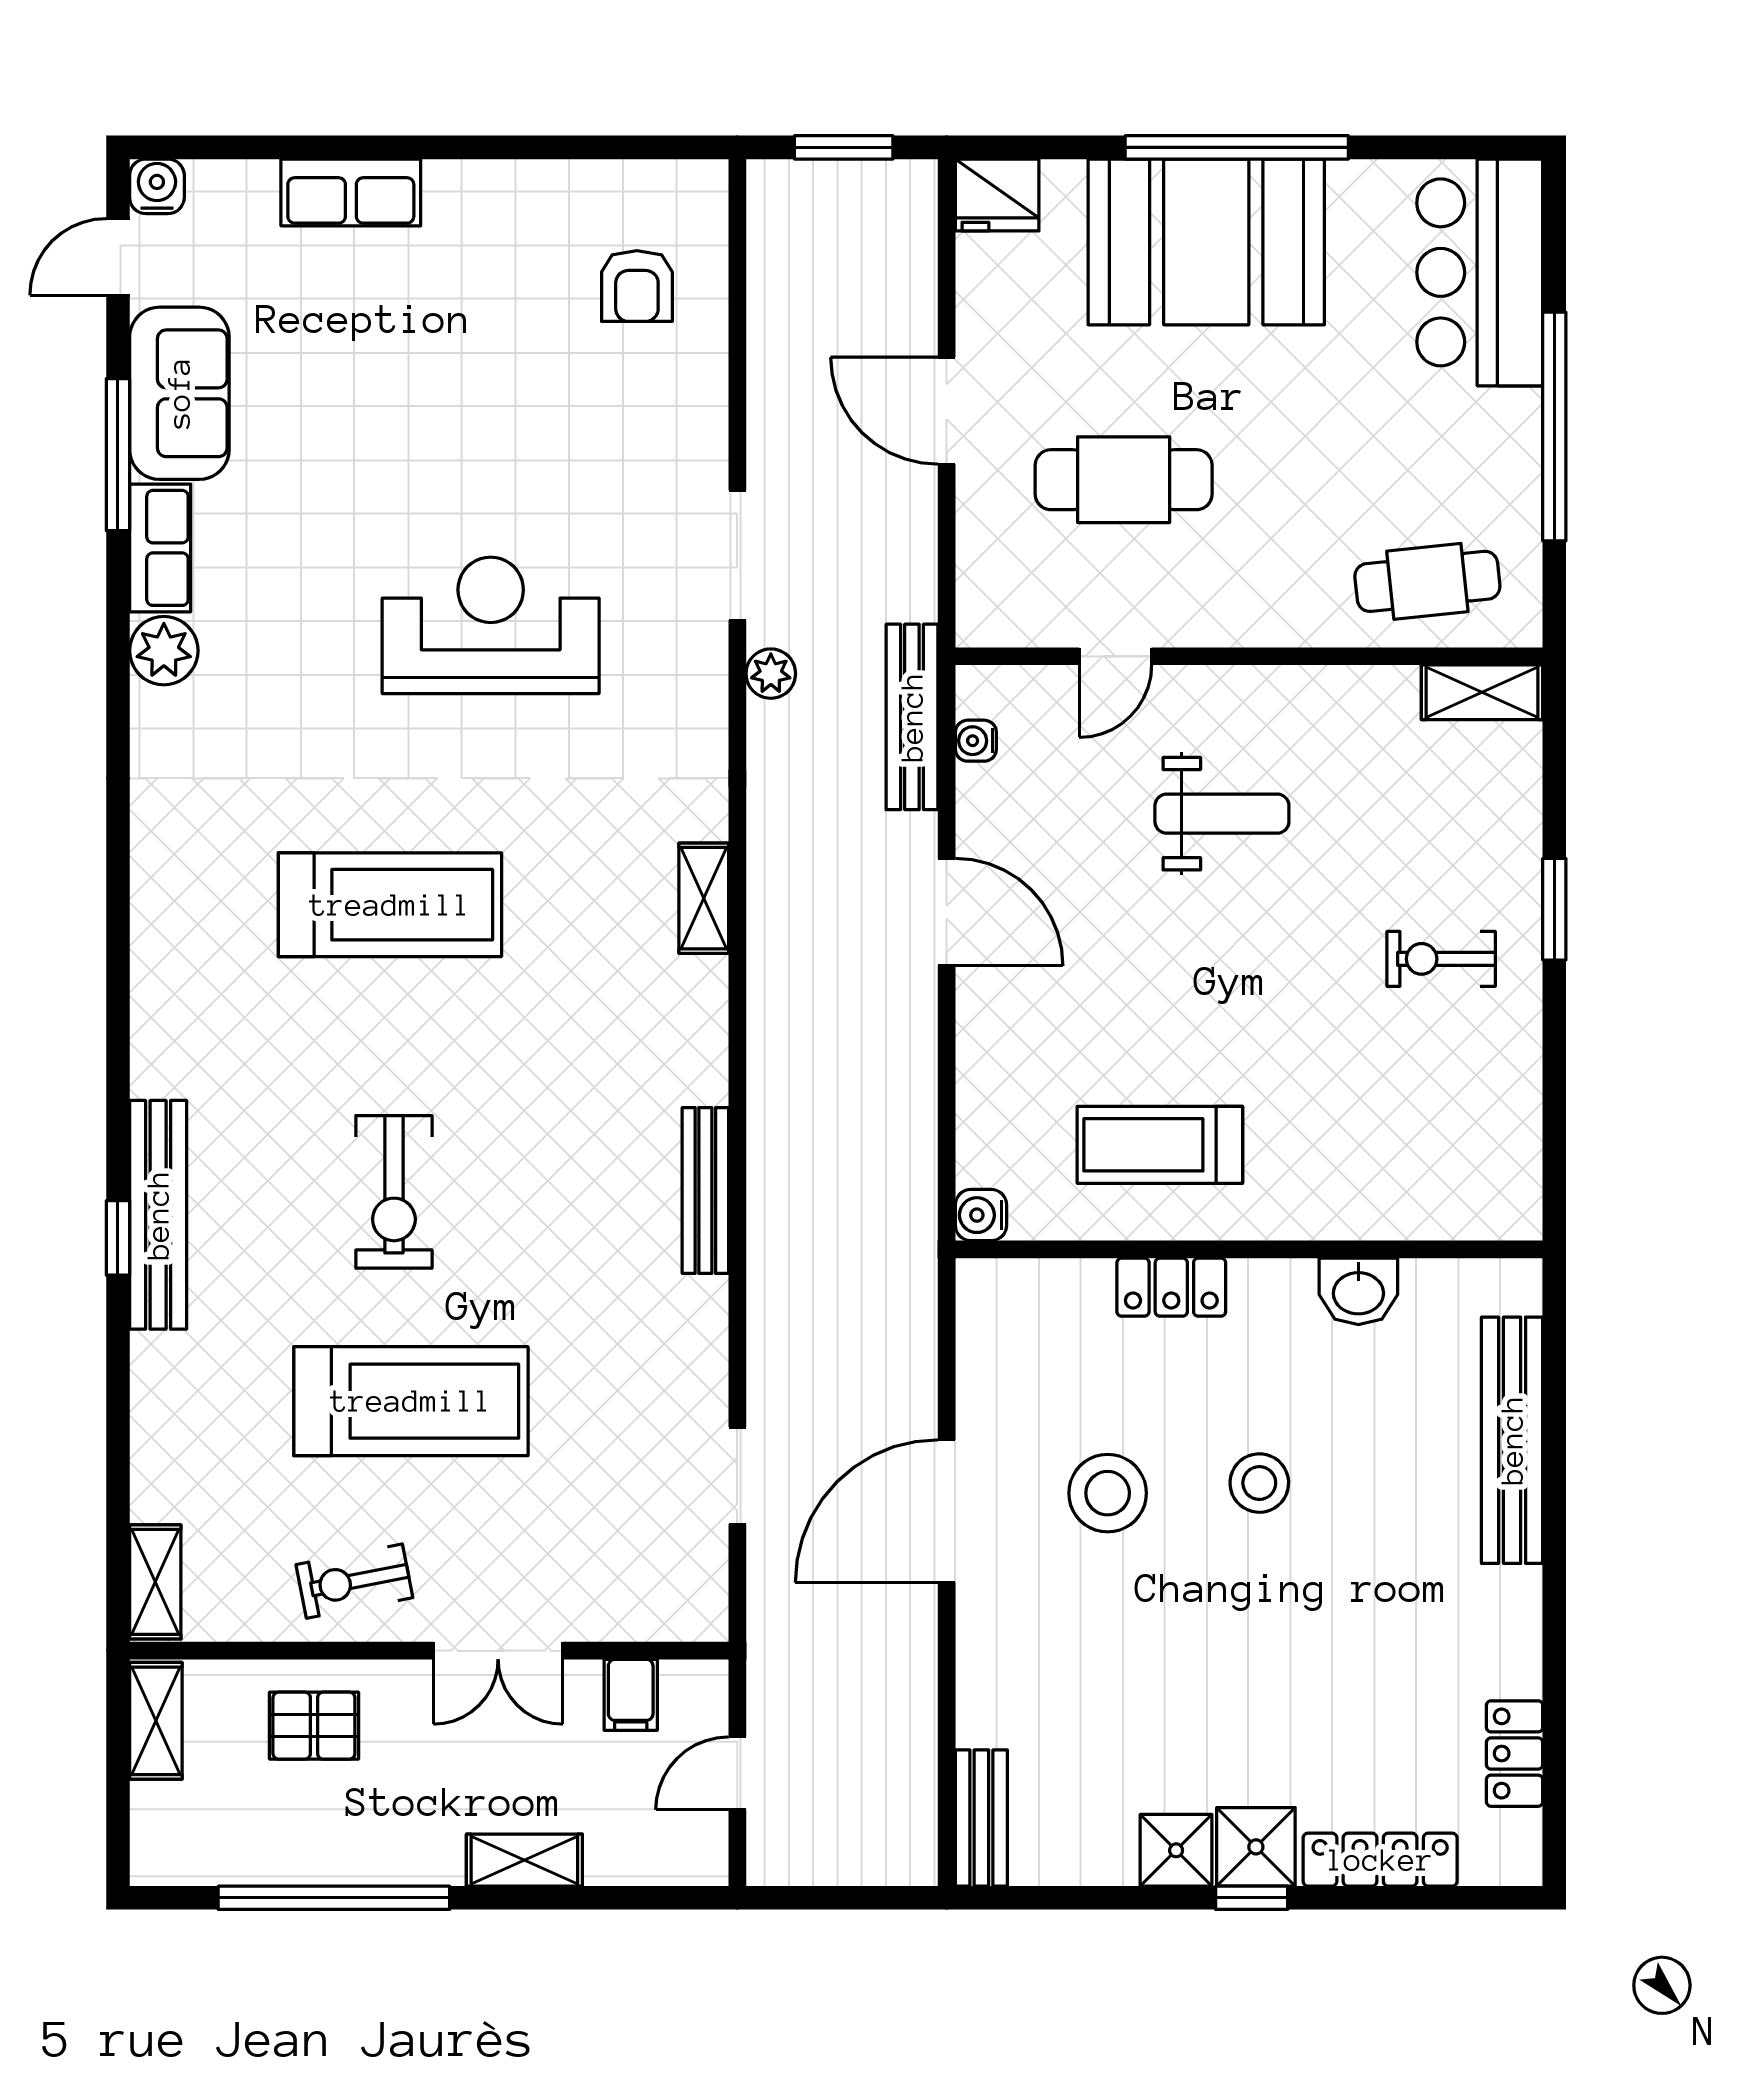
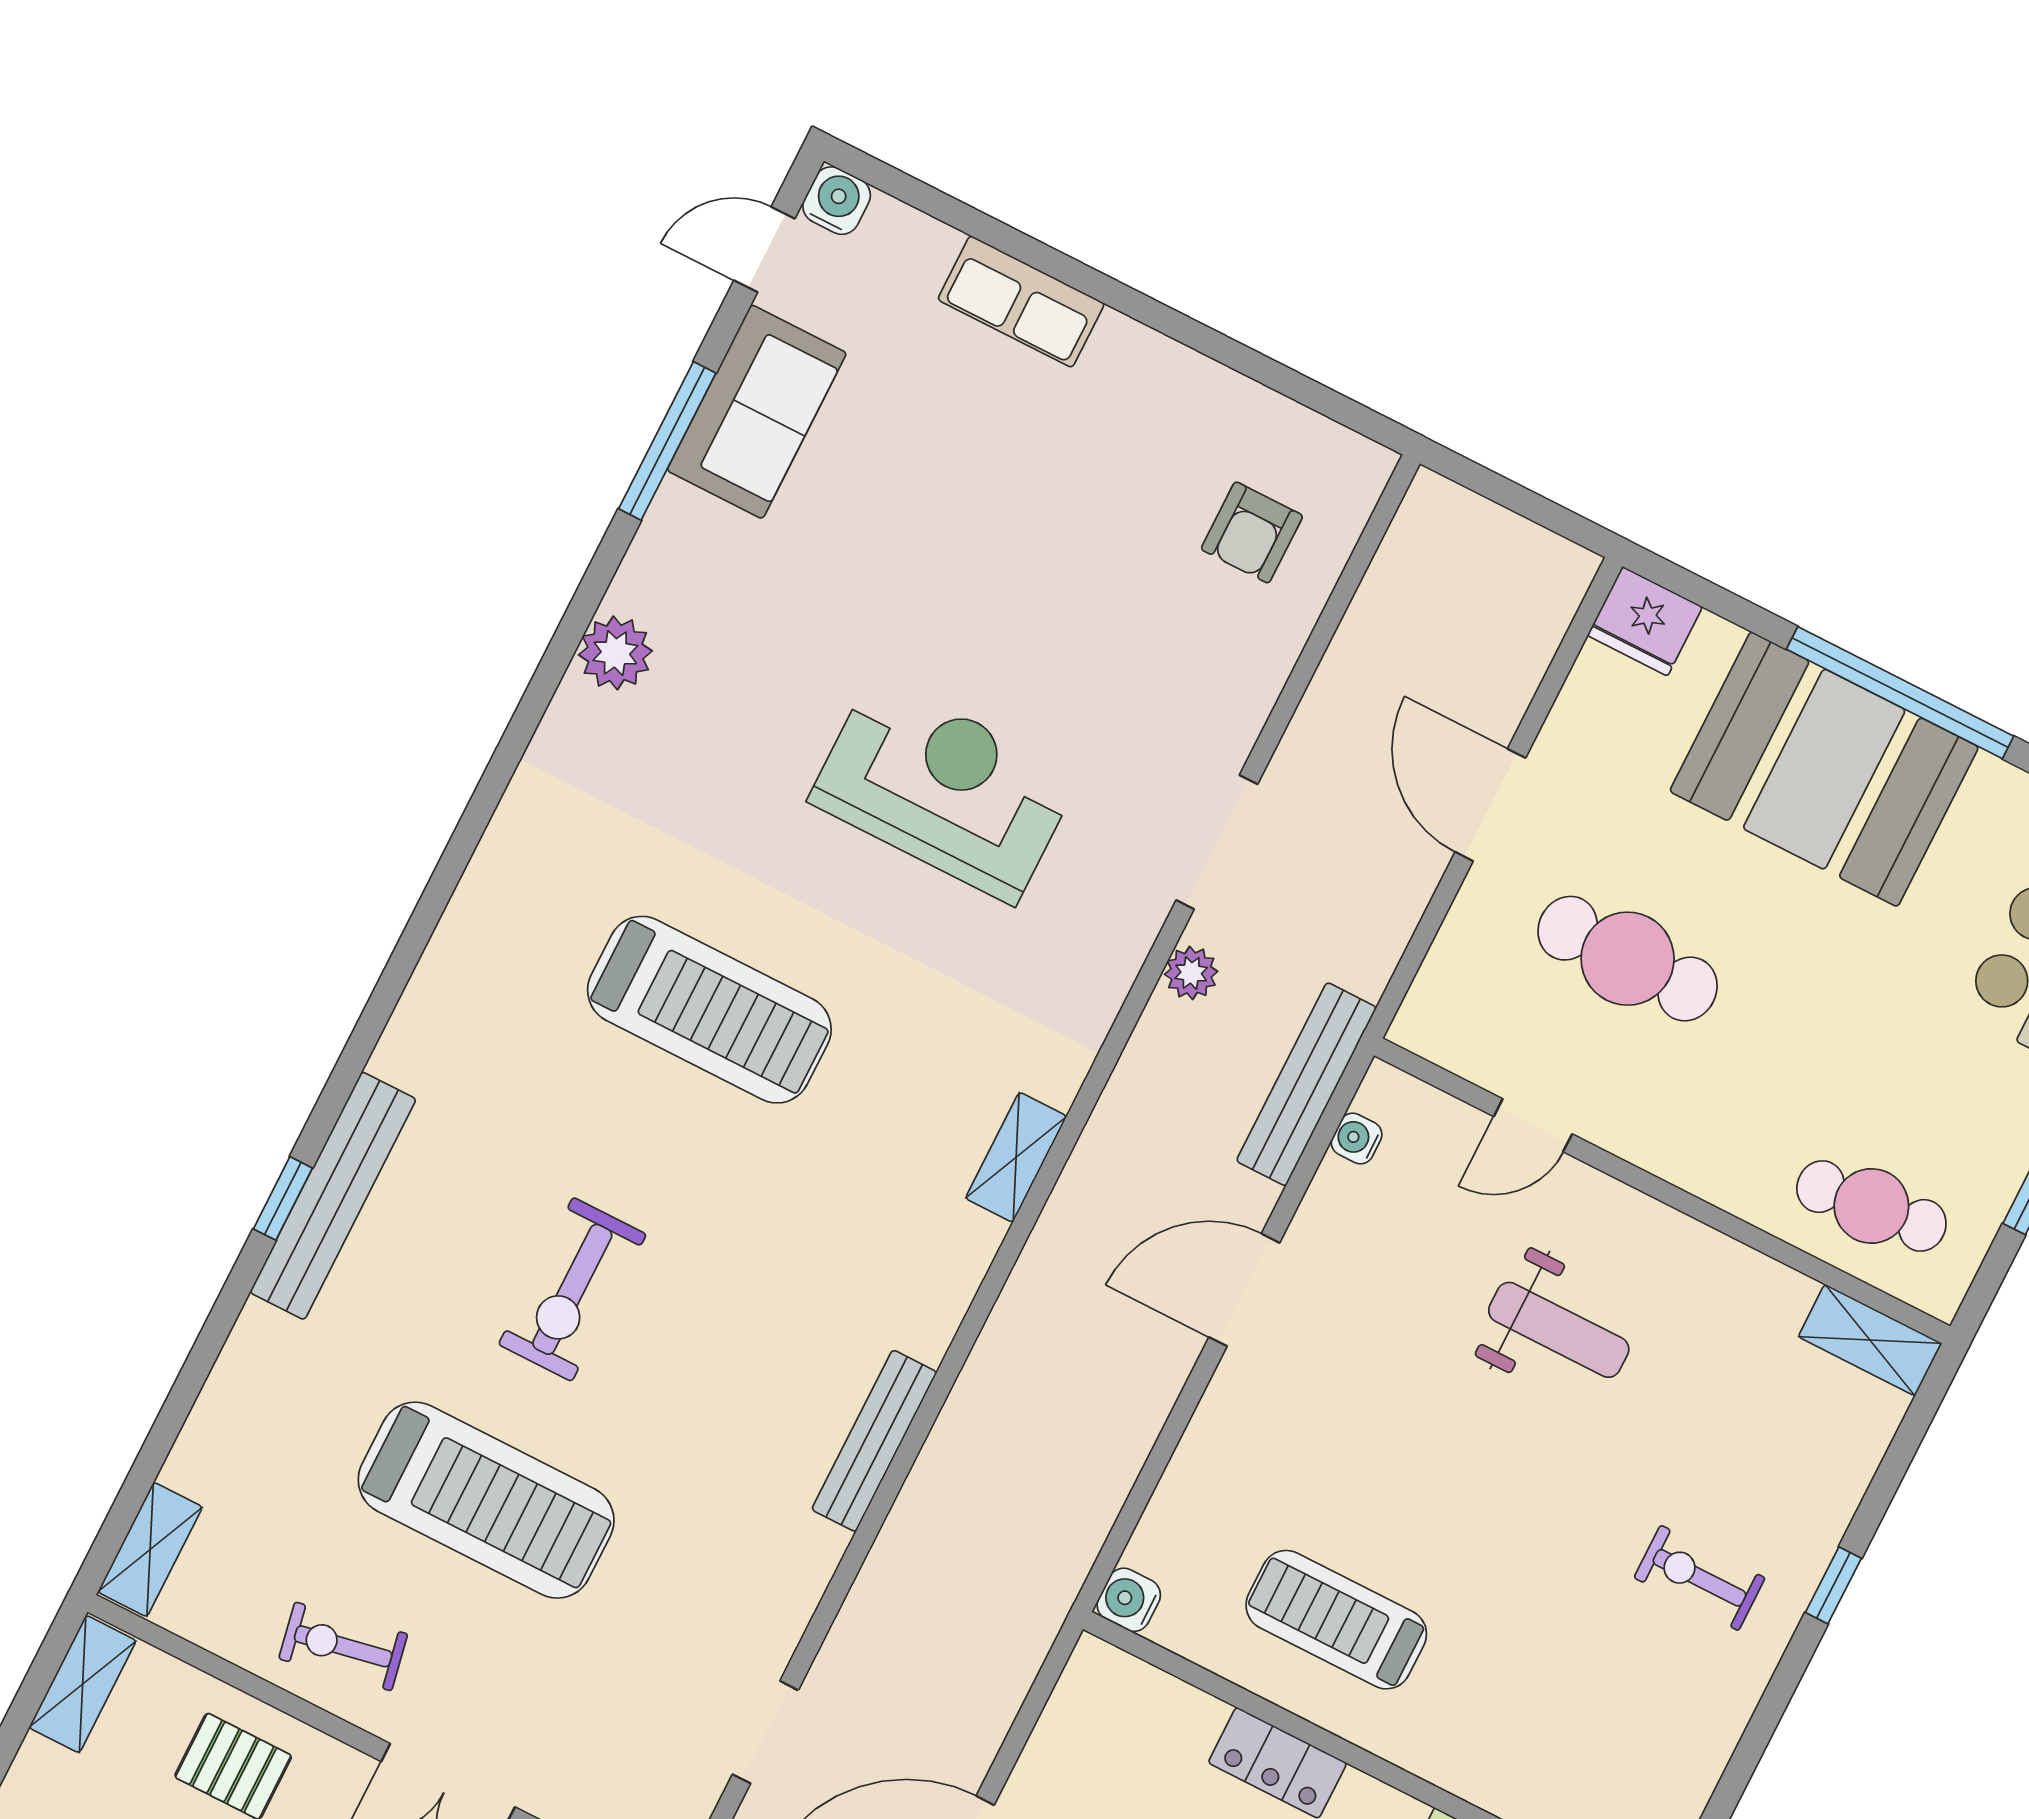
window: (844, 147) -> (1520, 500), removed
row of seats: (160, 548) -> (662, 552), removed
window: (1554, 909) -> (1833, 1585), width x0.67
door: (947, 912) -> (1244, 1290), swing flipped

